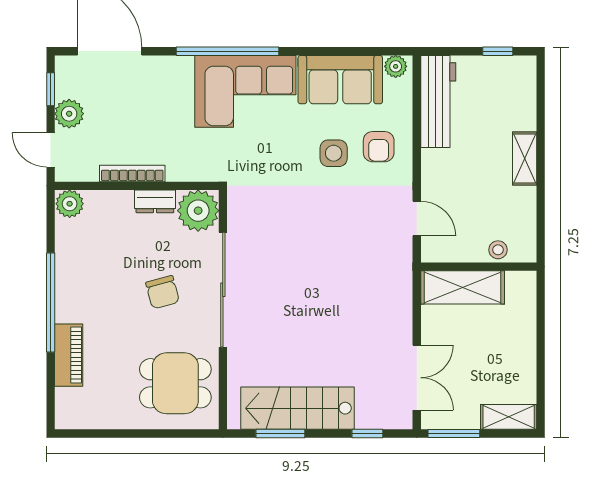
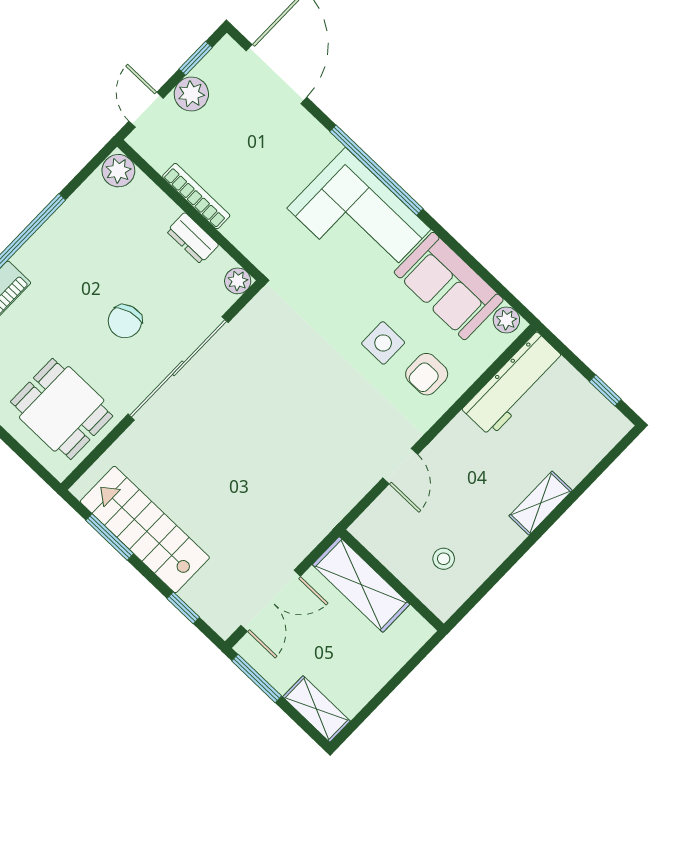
plant: (198, 211) -> (238, 281), width x0.53, depth x0.53
wall: (479, 267) -> (392, 580), moved
shelving: (463, 287) -> (361, 584), moved

